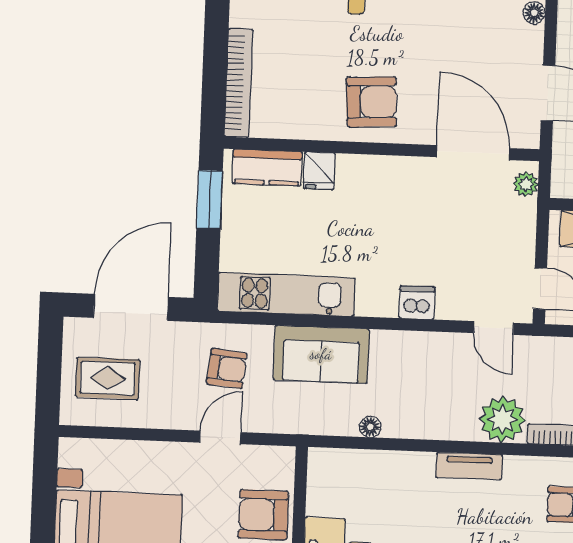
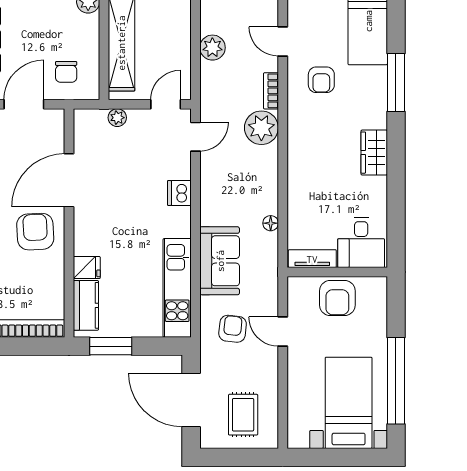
door: (473, 153) -> (69, 180), moved
plant: (526, 184) -> (117, 118), moved
tv unit: (469, 466) -> (312, 259), moved, turned -90

